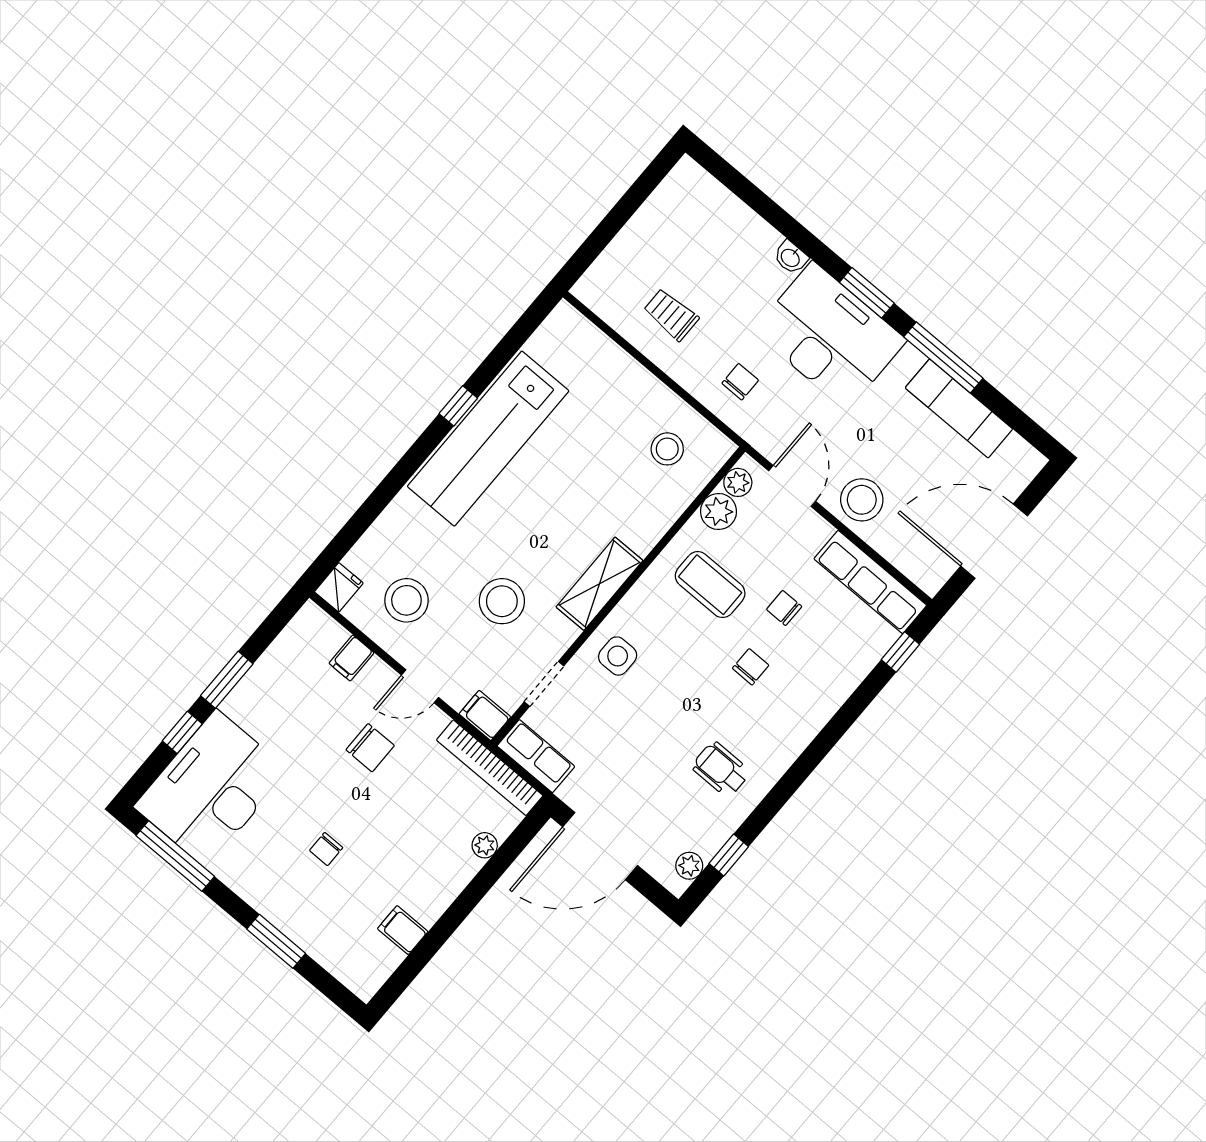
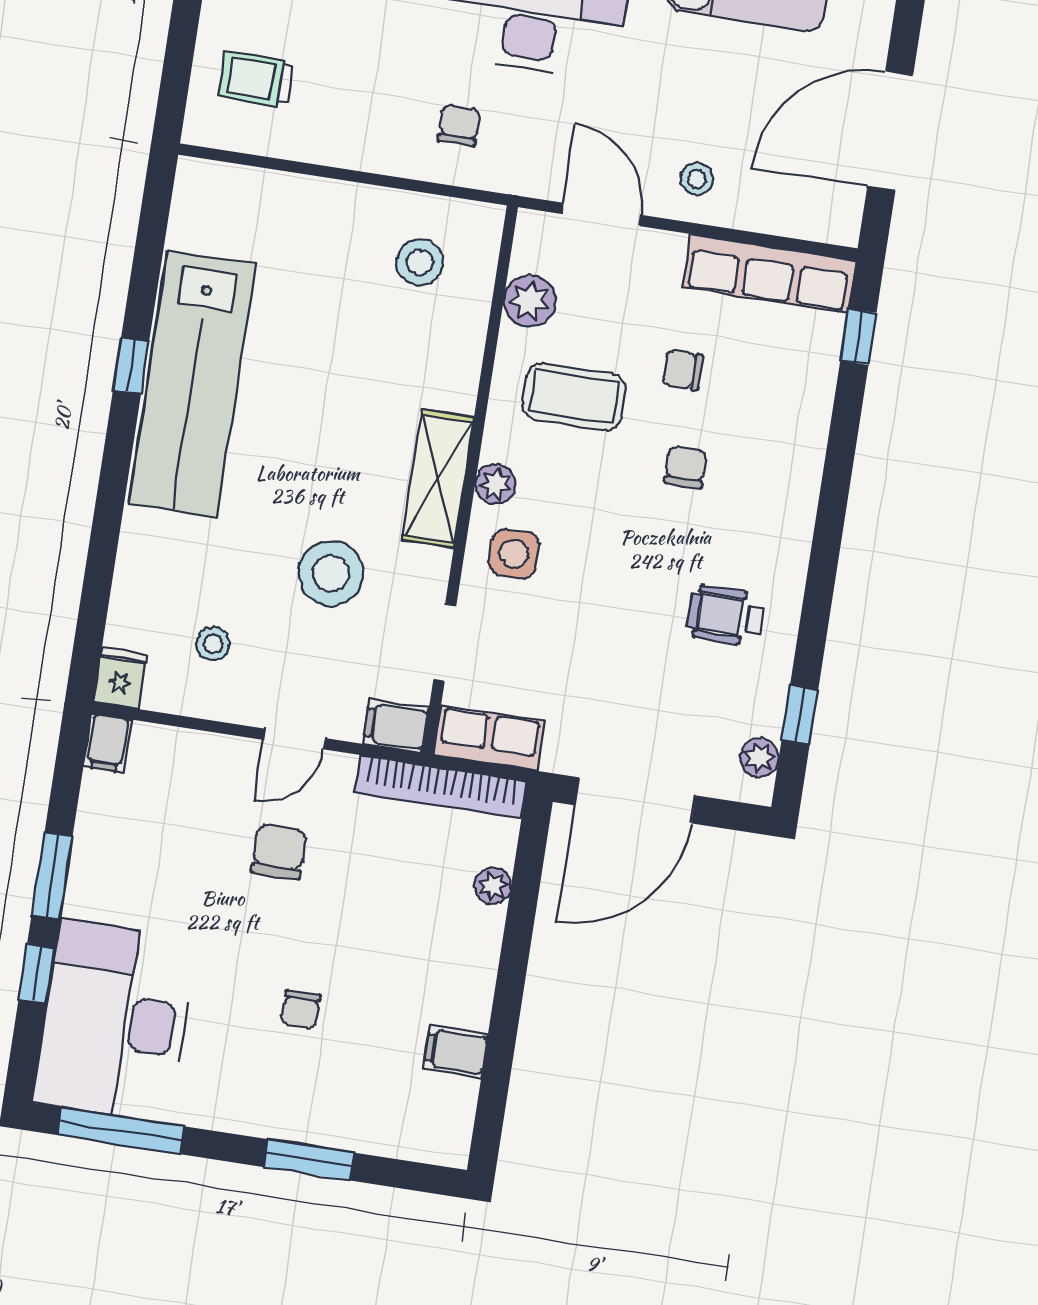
trolley: (671, 315) -> (256, 79), moved
plant: (738, 482) -> (495, 484), moved
stool: (862, 500) -> (697, 179), width x0.53, depth x0.53
stool: (406, 600) -> (213, 644), width x0.53, depth x0.53
filing cabinet: (351, 658) -> (107, 743), moved
chair: (370, 748) -> (279, 852), turned -90

